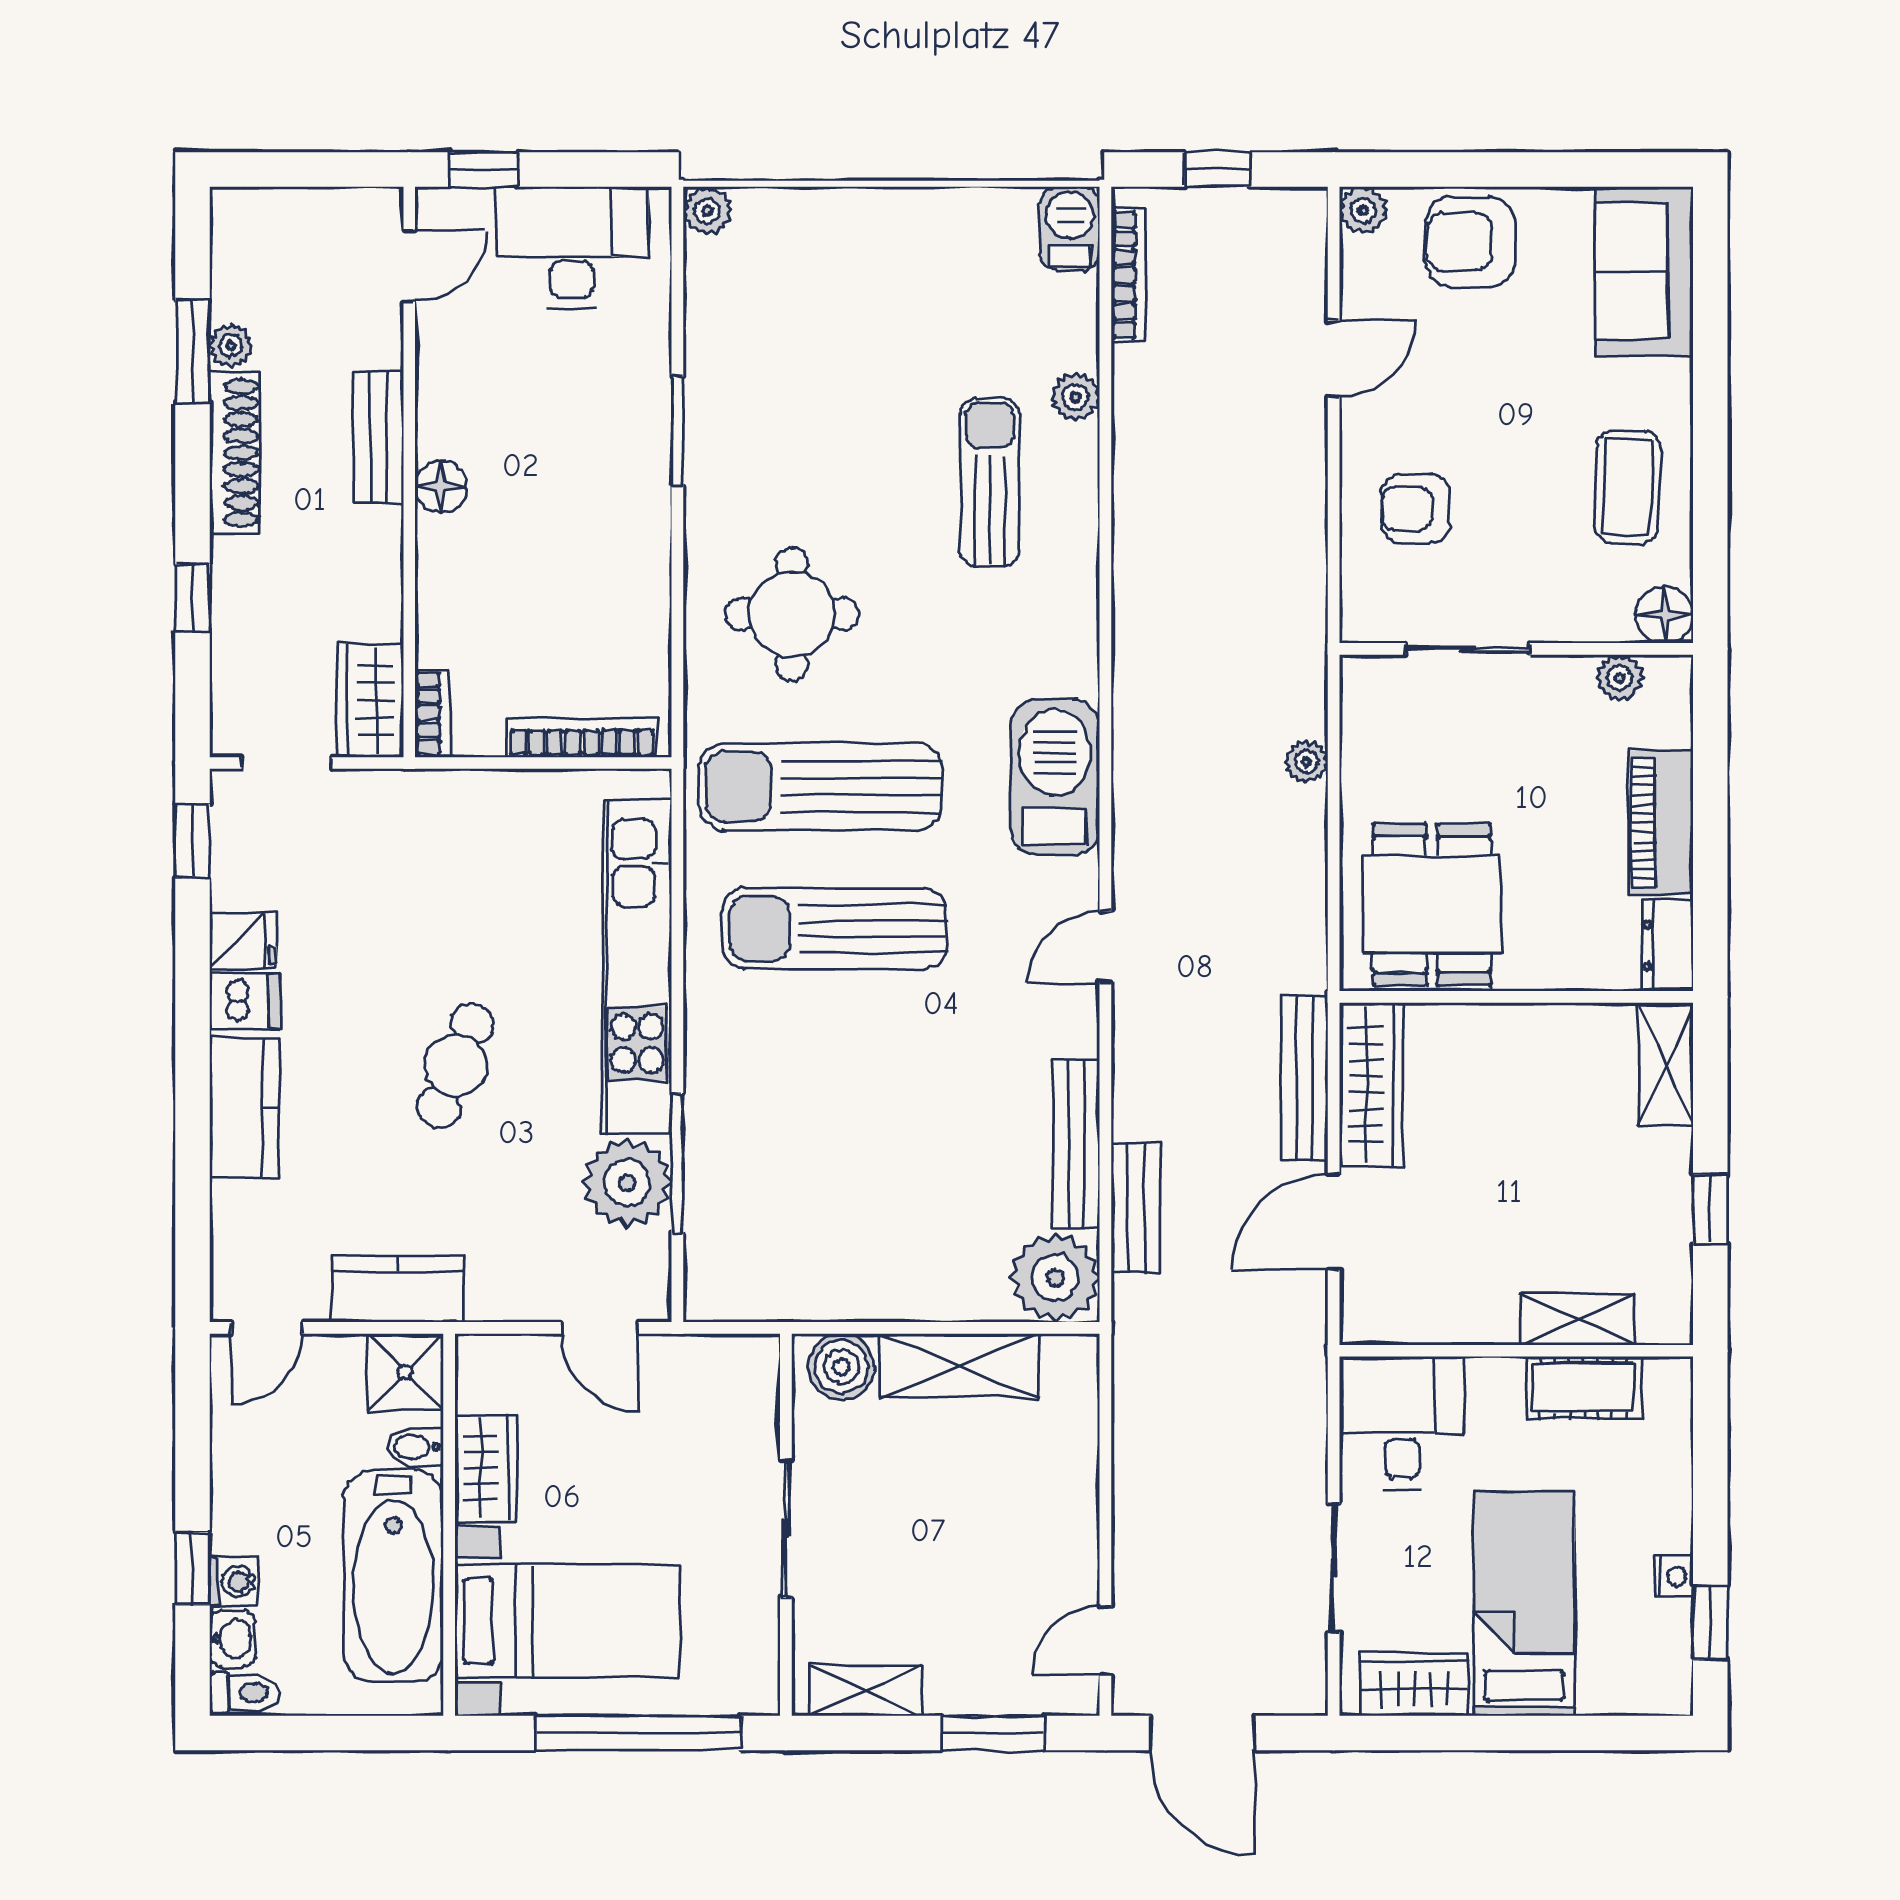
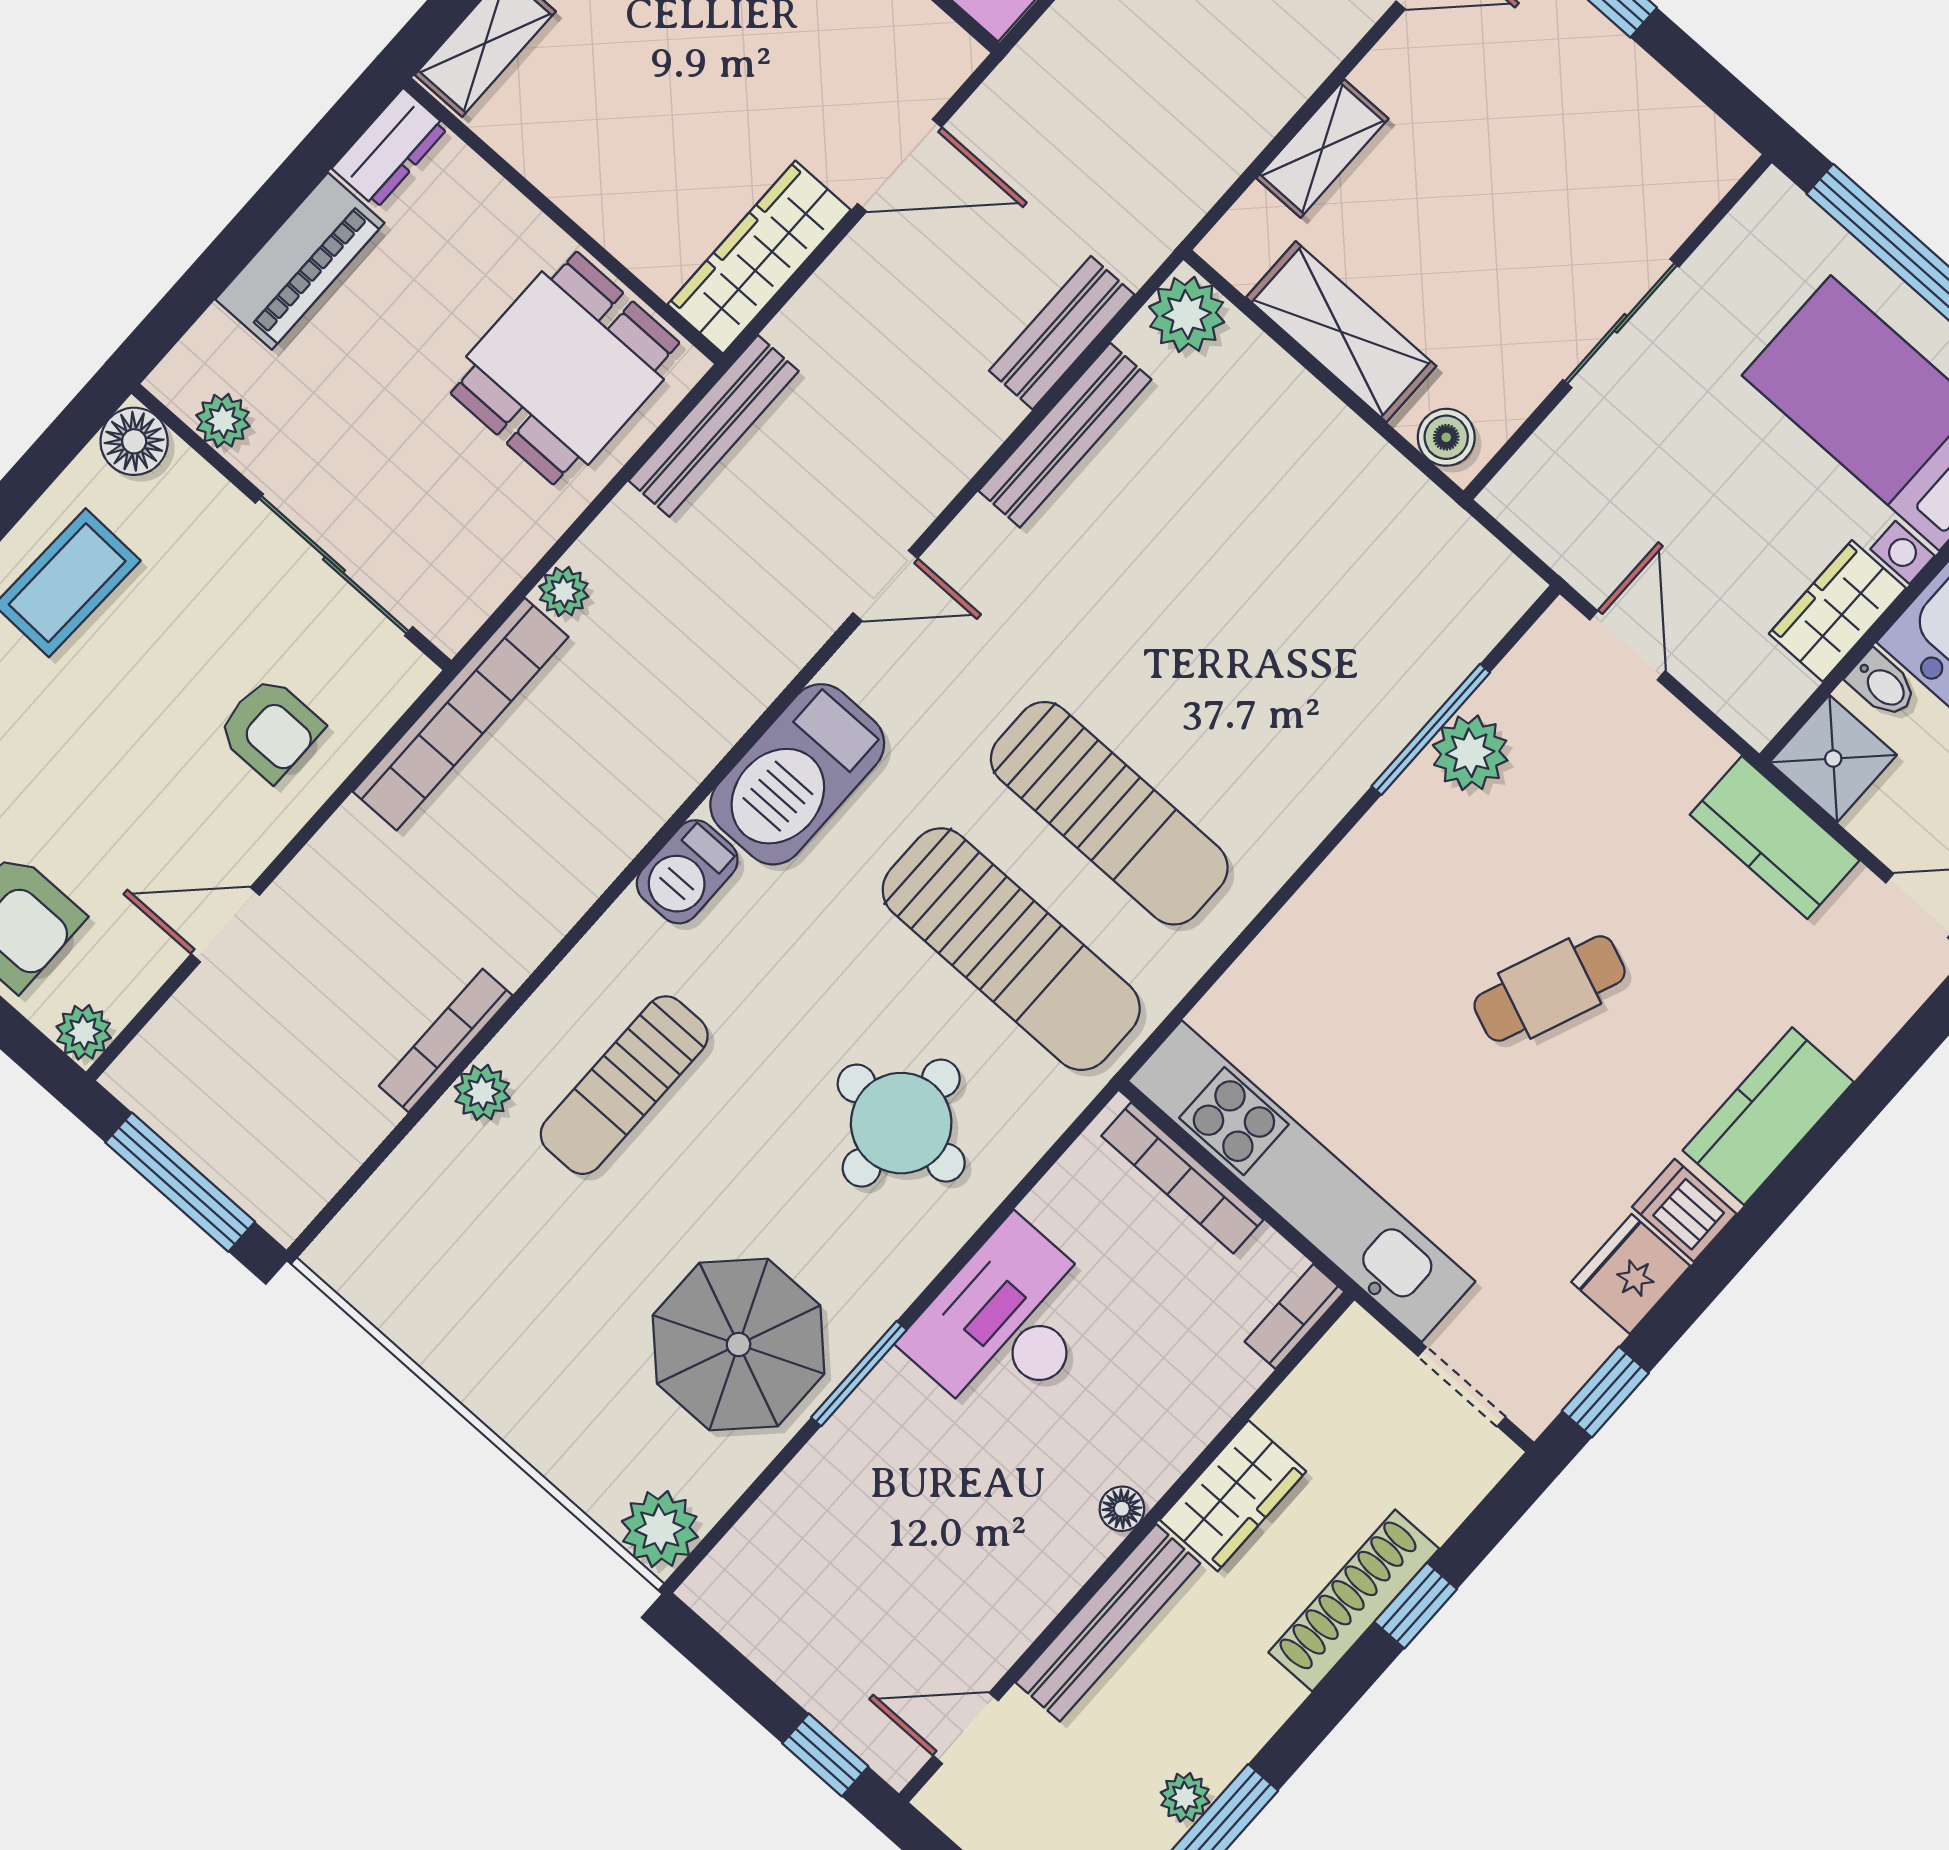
window: (1217, 170) -> (180, 1182), width x2.17
plant: (707, 211) -> (660, 1529), width x1.38, depth x1.38
barbecue: (1070, 229) -> (687, 872), moved
desk: (572, 247) -> (1007, 1324), moved, turned 90
bookcase: (1128, 275) -> (446, 1041), moved
parasol: (770, 382) -> (739, 1345), added
bench: (378, 437) -> (1108, 1623), width x1.36
shoe rack: (235, 453) -> (1354, 1600), moved
floor lamp: (441, 486) -> (1122, 1509), width x0.73, depth x0.73
bookcase: (1303, 625) -> (461, 714), added
sliding door: (1468, 649) -> (334, 565), width x1.37
wardrobe: (371, 700) -> (1233, 1496), moved
fridge: (243, 941) -> (1631, 1274), width x1.38
kitchen unit: (637, 967) -> (1302, 1181), moved, turned -90
bench: (1305, 1078) -> (714, 426), moved
plant: (627, 1183) -> (1470, 753), width x0.73, depth x0.73
plant: (1055, 1278) -> (1187, 314), width x0.73, depth x0.73
boiler: (841, 1367) -> (1446, 437), width x0.73, depth x0.73
shelving: (866, 1691) -> (1322, 148), moved, turned 90

